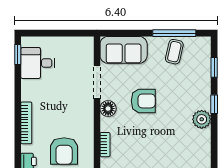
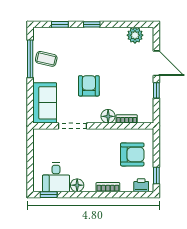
floor lamp: (28, 87) -> (77, 185), added
floor lamp: (108, 109) -> (108, 116), moved
plant: (202, 119) -> (135, 35), moved
bookcase: (26, 123) -> (108, 187), width x0.64

